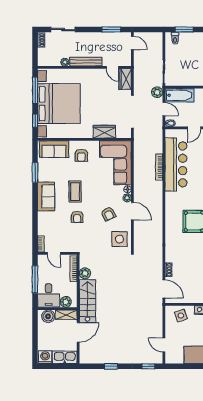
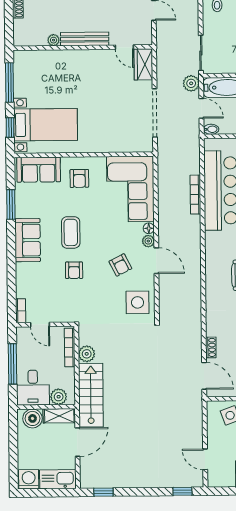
bed with nightstands: (59, 104) -> (46, 125), width x0.54
wardrobe: (104, 132) -> (113, 143), removed
window: (111, 366) -> (103, 492), moved

